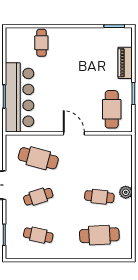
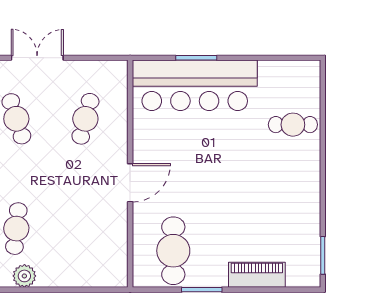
cafe table: (112, 109) -> (173, 251), turned 90
cafe table: (38, 158) -> (85, 119), width x0.73, depth x0.74

